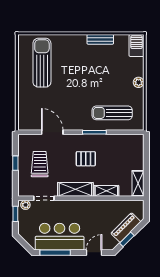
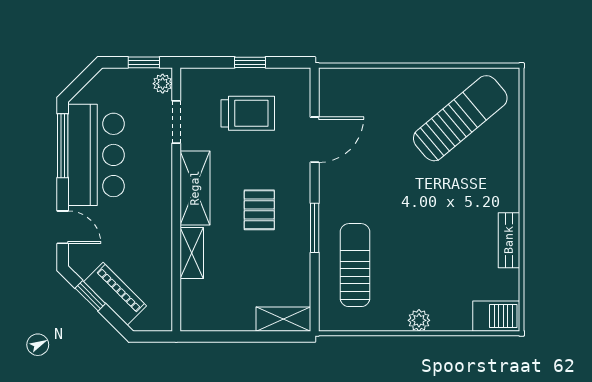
sun lounger: (42, 63) -> (460, 118), turned -40
shelving: (138, 183) -> (283, 319), moved

